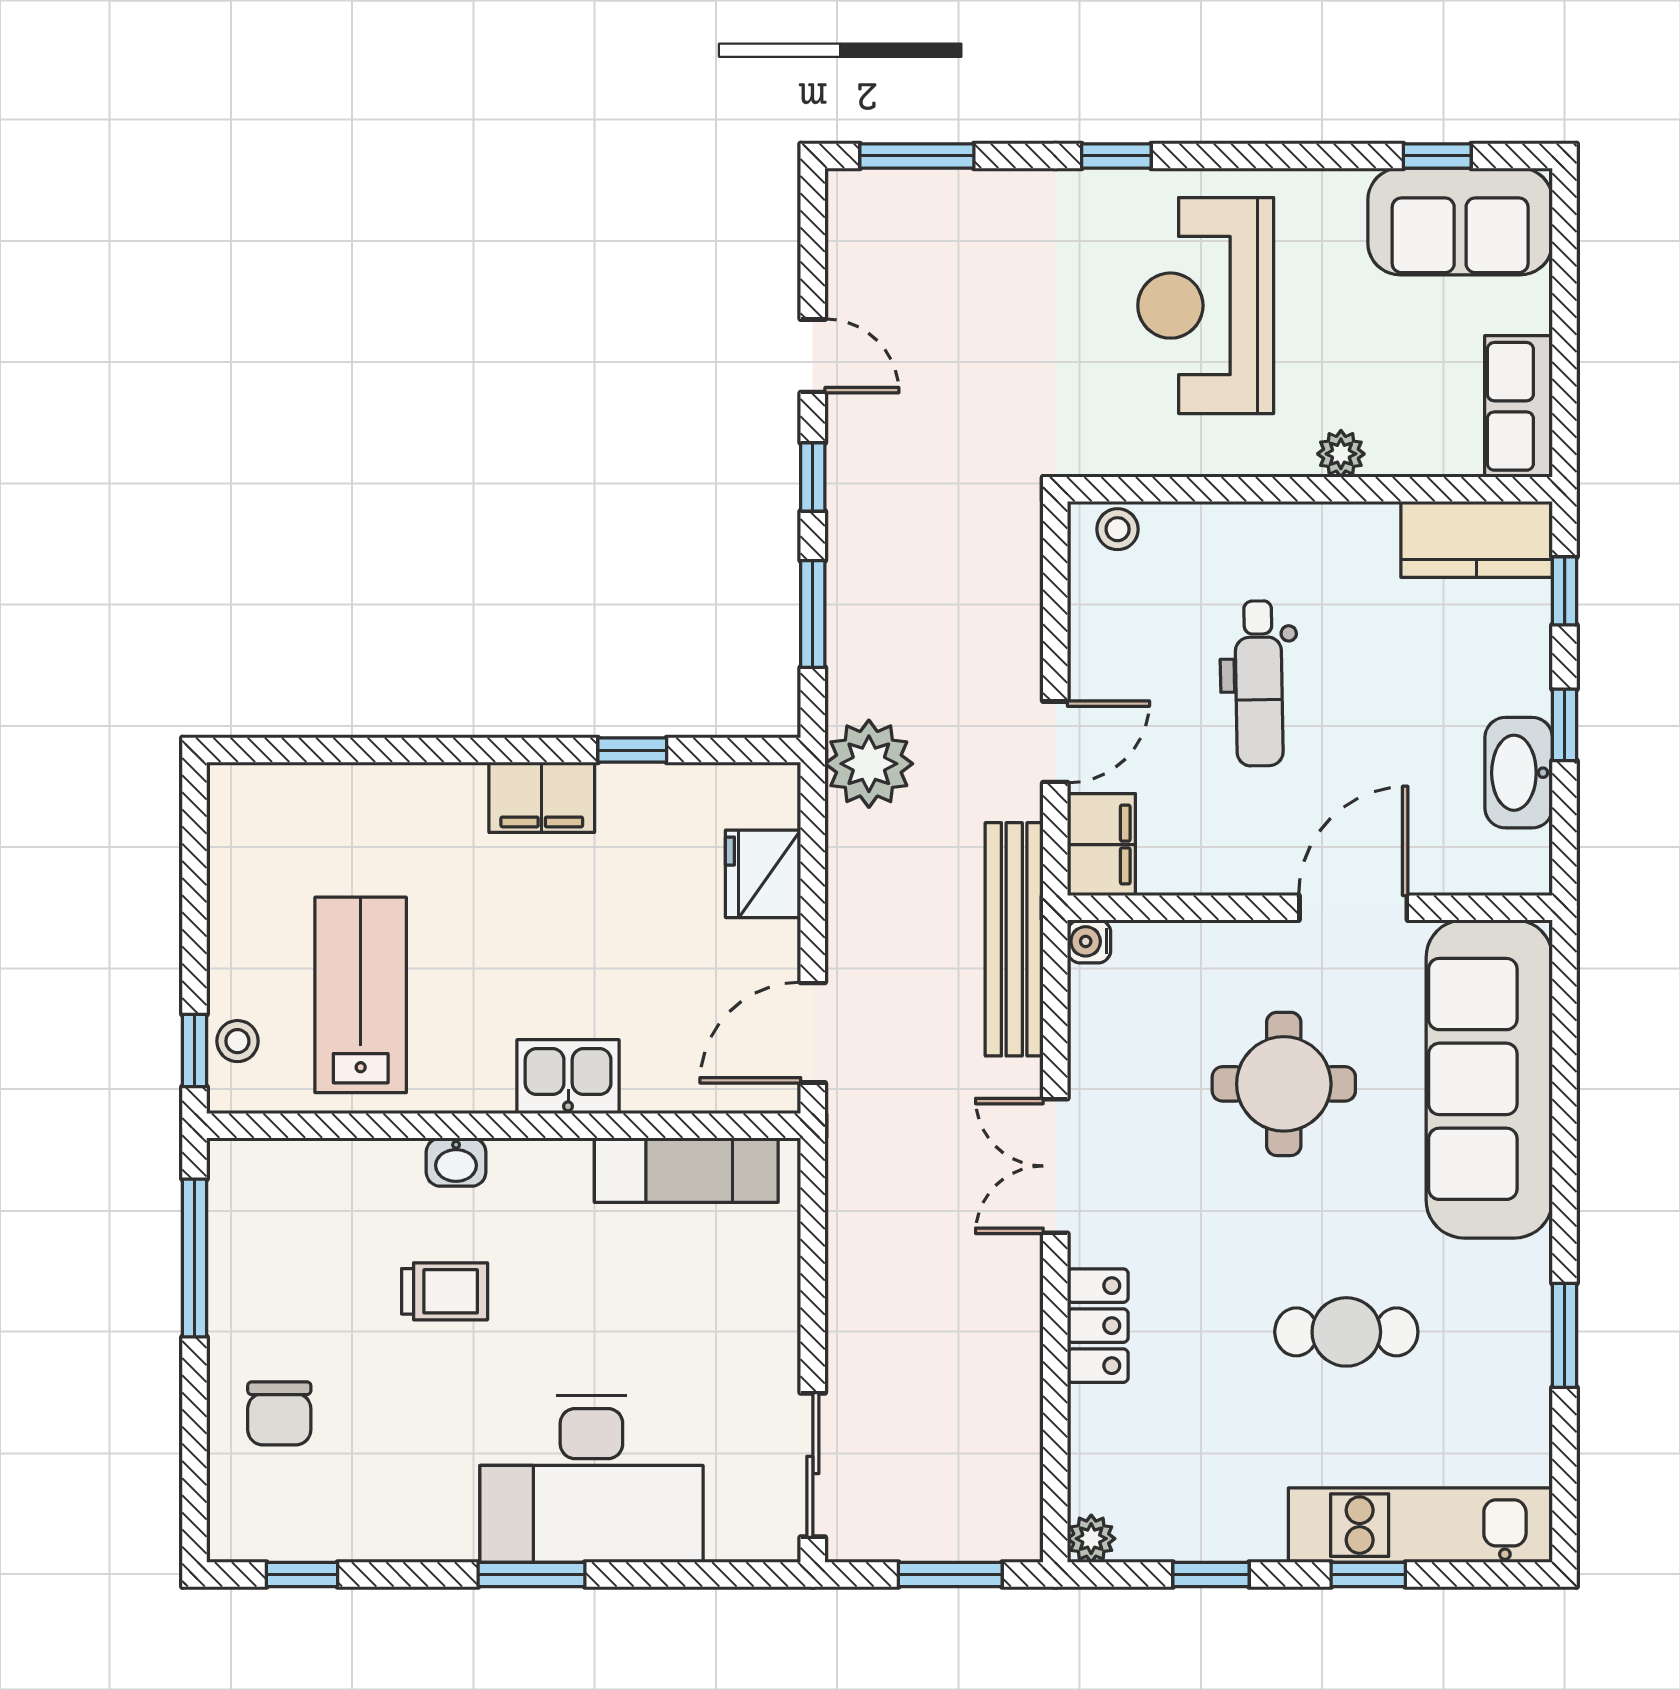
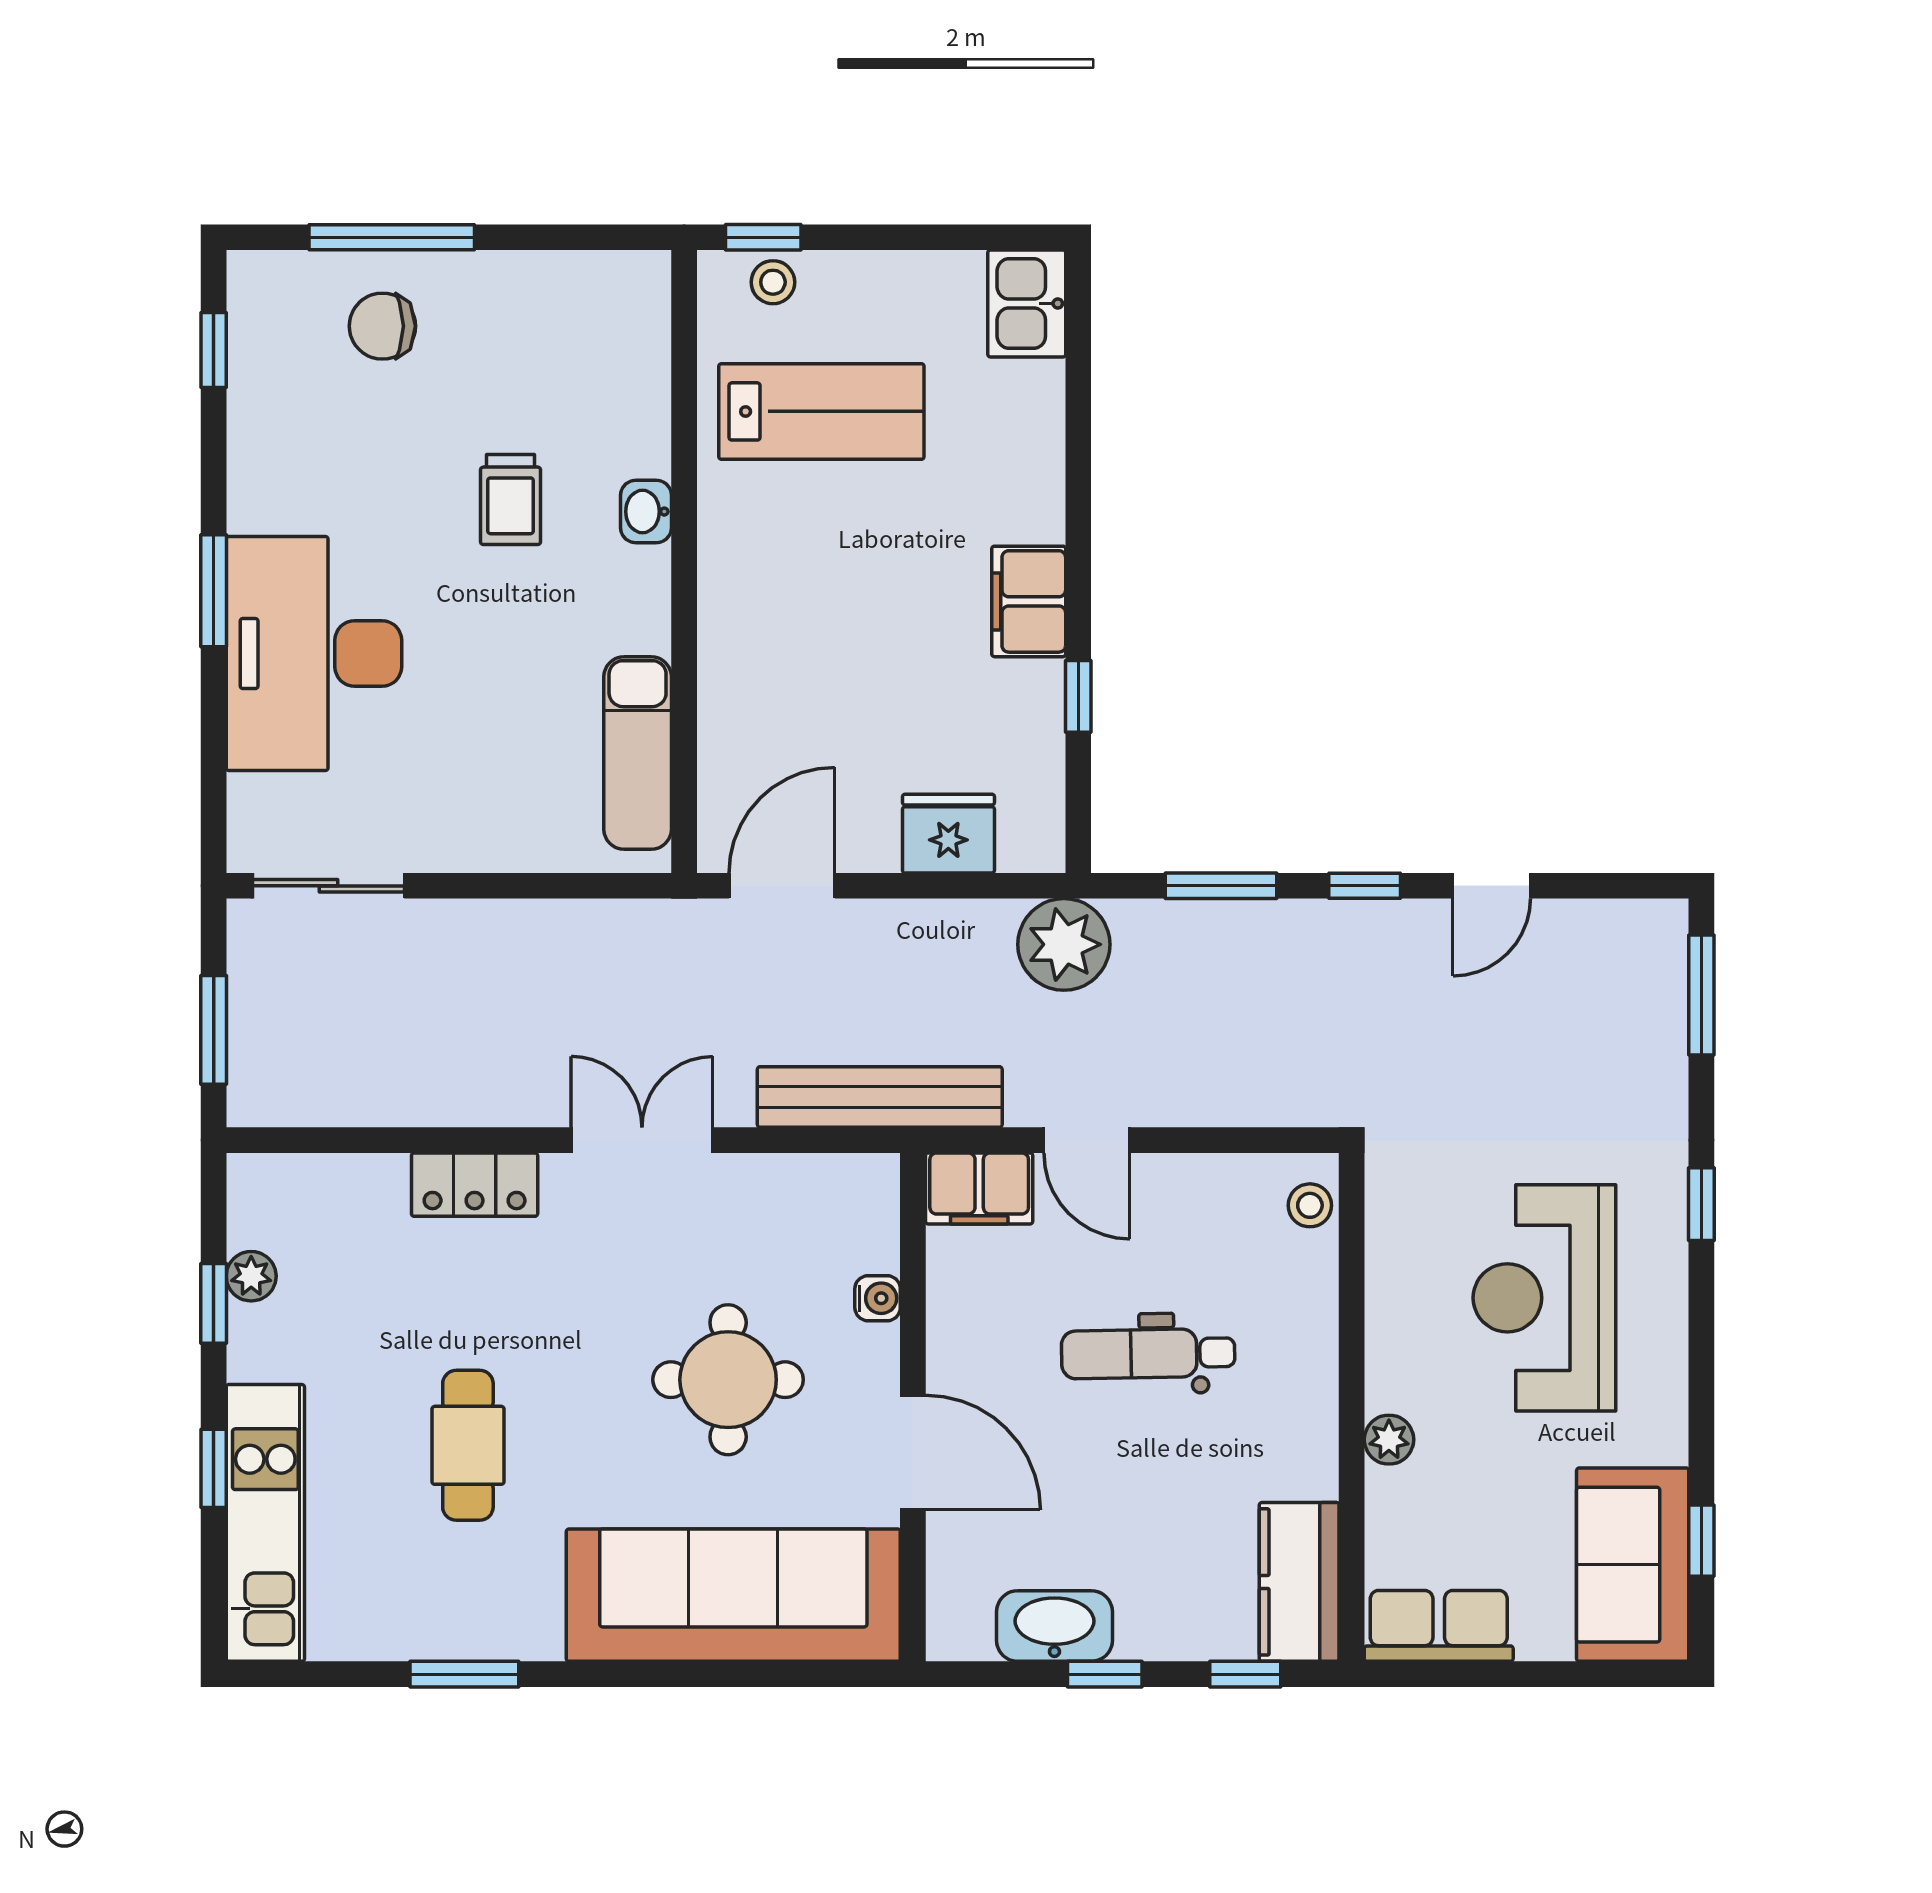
reception desk: (1206, 306) -> (1544, 1298), turned -90
water cooler: (1089, 941) -> (878, 1298), moved, turned 90
door: (813, 1033) -> (782, 886), hinge flipped
kitchen sink: (568, 1077) -> (1027, 304), moved, turned 180
window: (195, 1258) -> (392, 237), moved
plant: (1091, 1539) -> (251, 1276), moved

